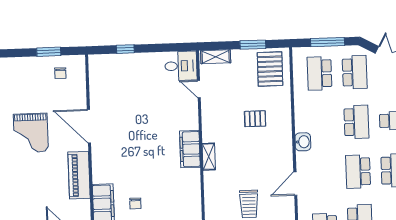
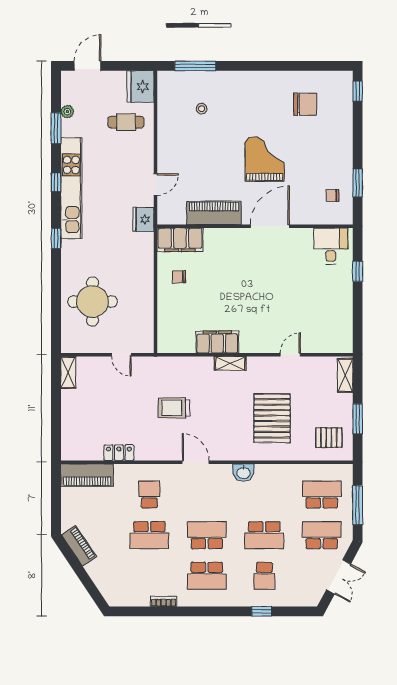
desk: (181, 66) -> (331, 246), moved, turned 180
pallet: (270, 69) -> (329, 438), width x0.67, depth x0.71
school desk: (355, 72) -> (322, 535), turned 180
door: (199, 89) -> (290, 355), moved
pallet: (255, 119) -> (272, 418), width x2.05, depth x2.00
grand piano: (31, 133) -> (265, 159), turned 90
filing cabinet: (190, 149) -> (217, 342), moved

